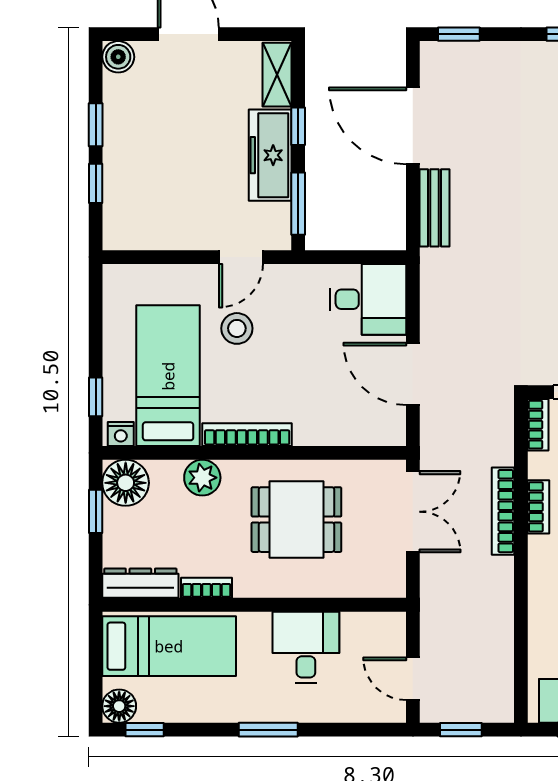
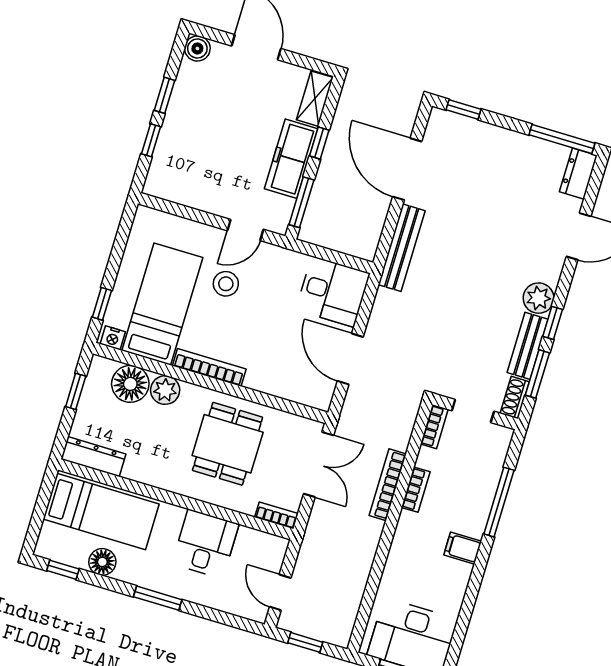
bench: (435, 208) -> (402, 248), width x1.36
floor lamp: (126, 483) -> (130, 384), moved
dining table: (296, 520) -> (228, 444), turned 90
bookcase: (206, 588) -> (276, 515), moved
floor lamp: (119, 706) -> (102, 562), moved

